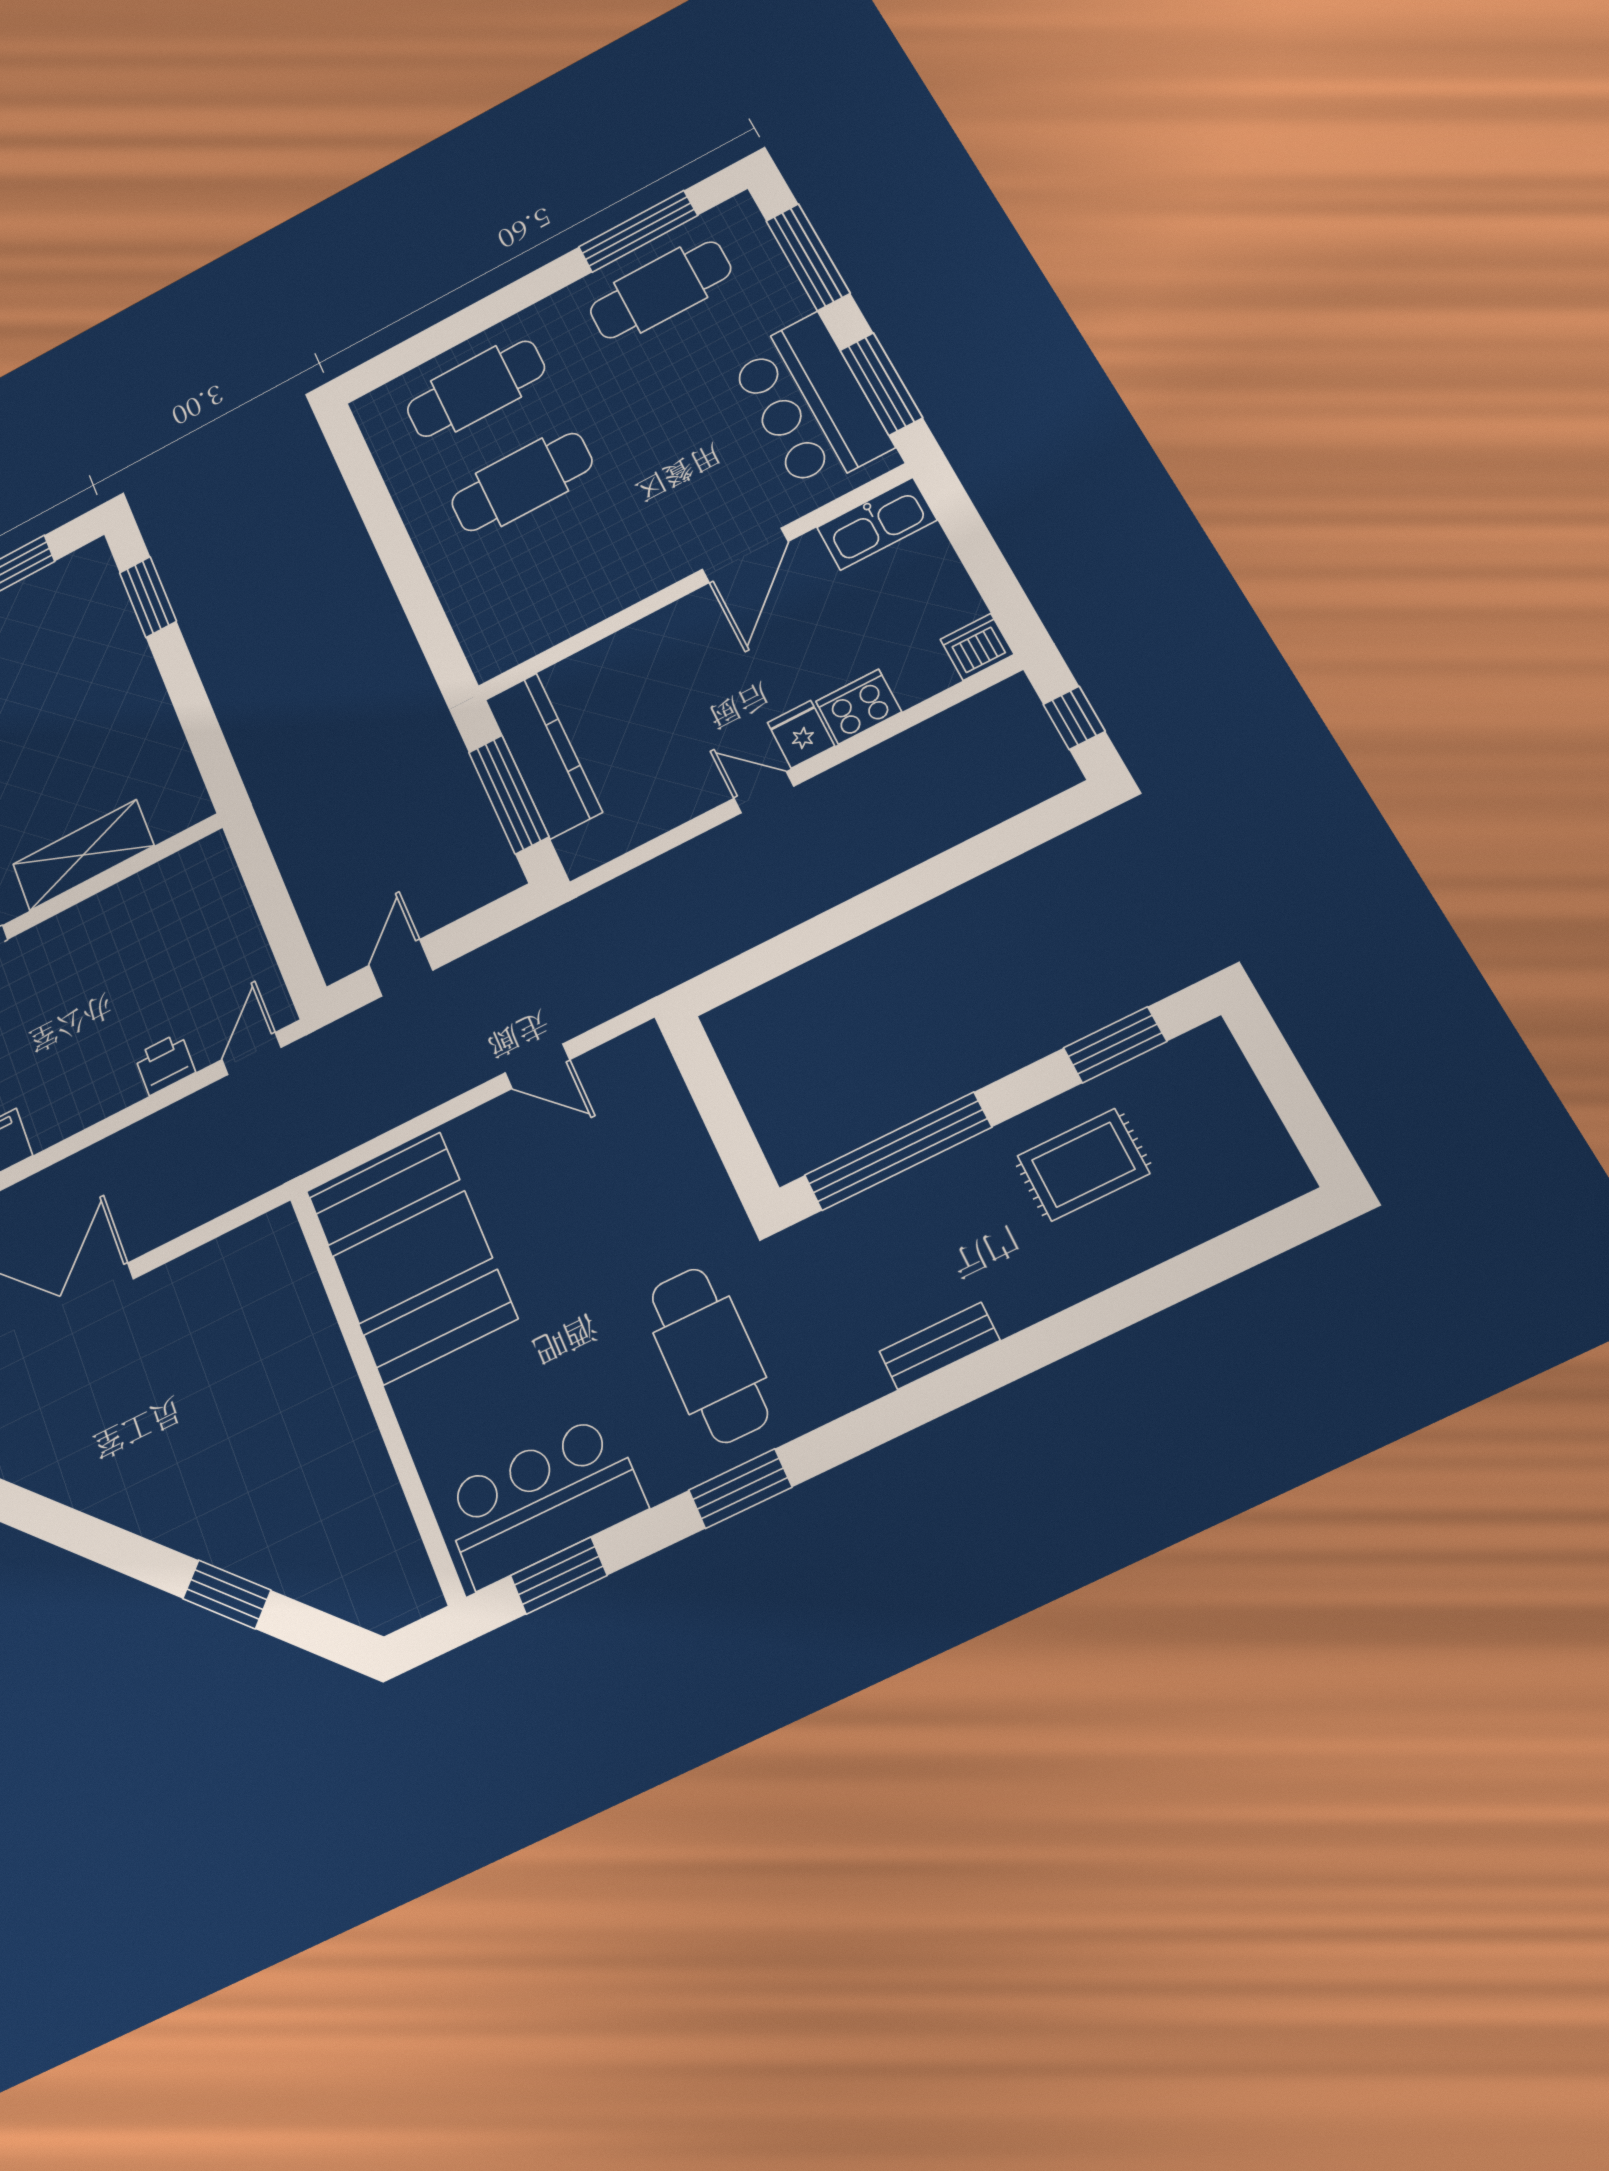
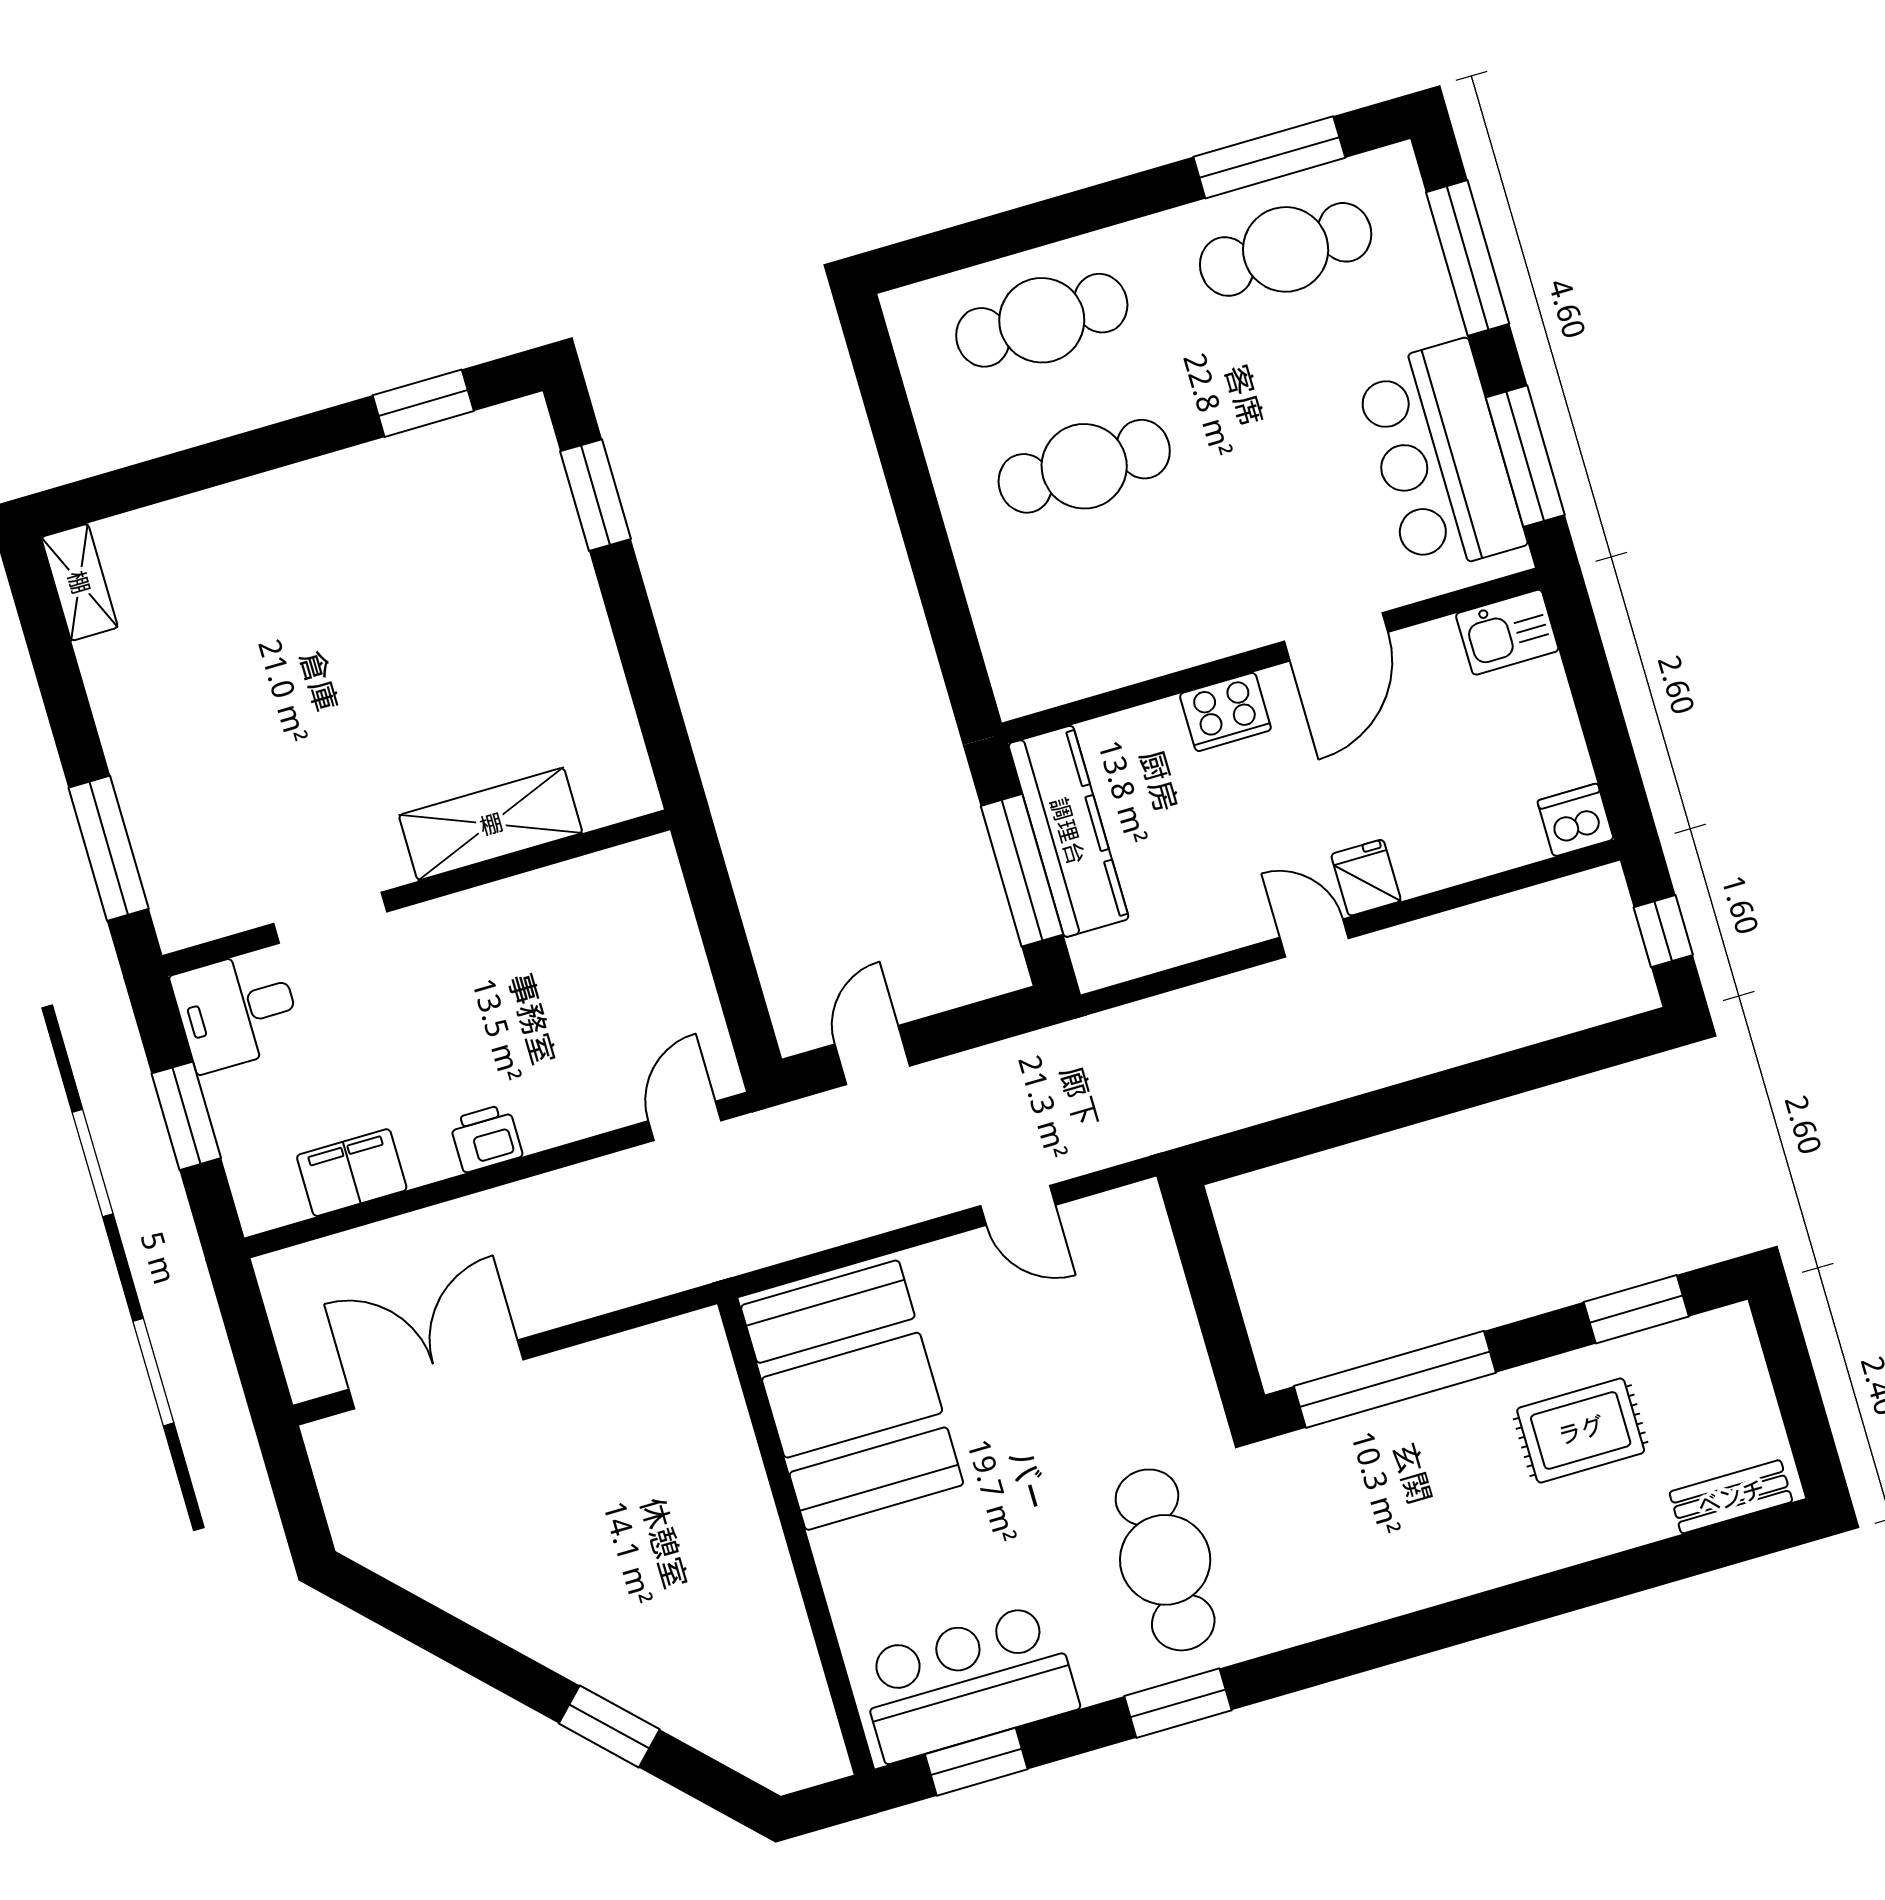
kitchen sink: (877, 524) -> (1507, 632), width x0.73
cooker: (859, 707) -> (1225, 712), moved, turned 180
printer: (165, 1064) -> (486, 1138), moved
bench: (940, 1346) -> (1731, 1497), moved

